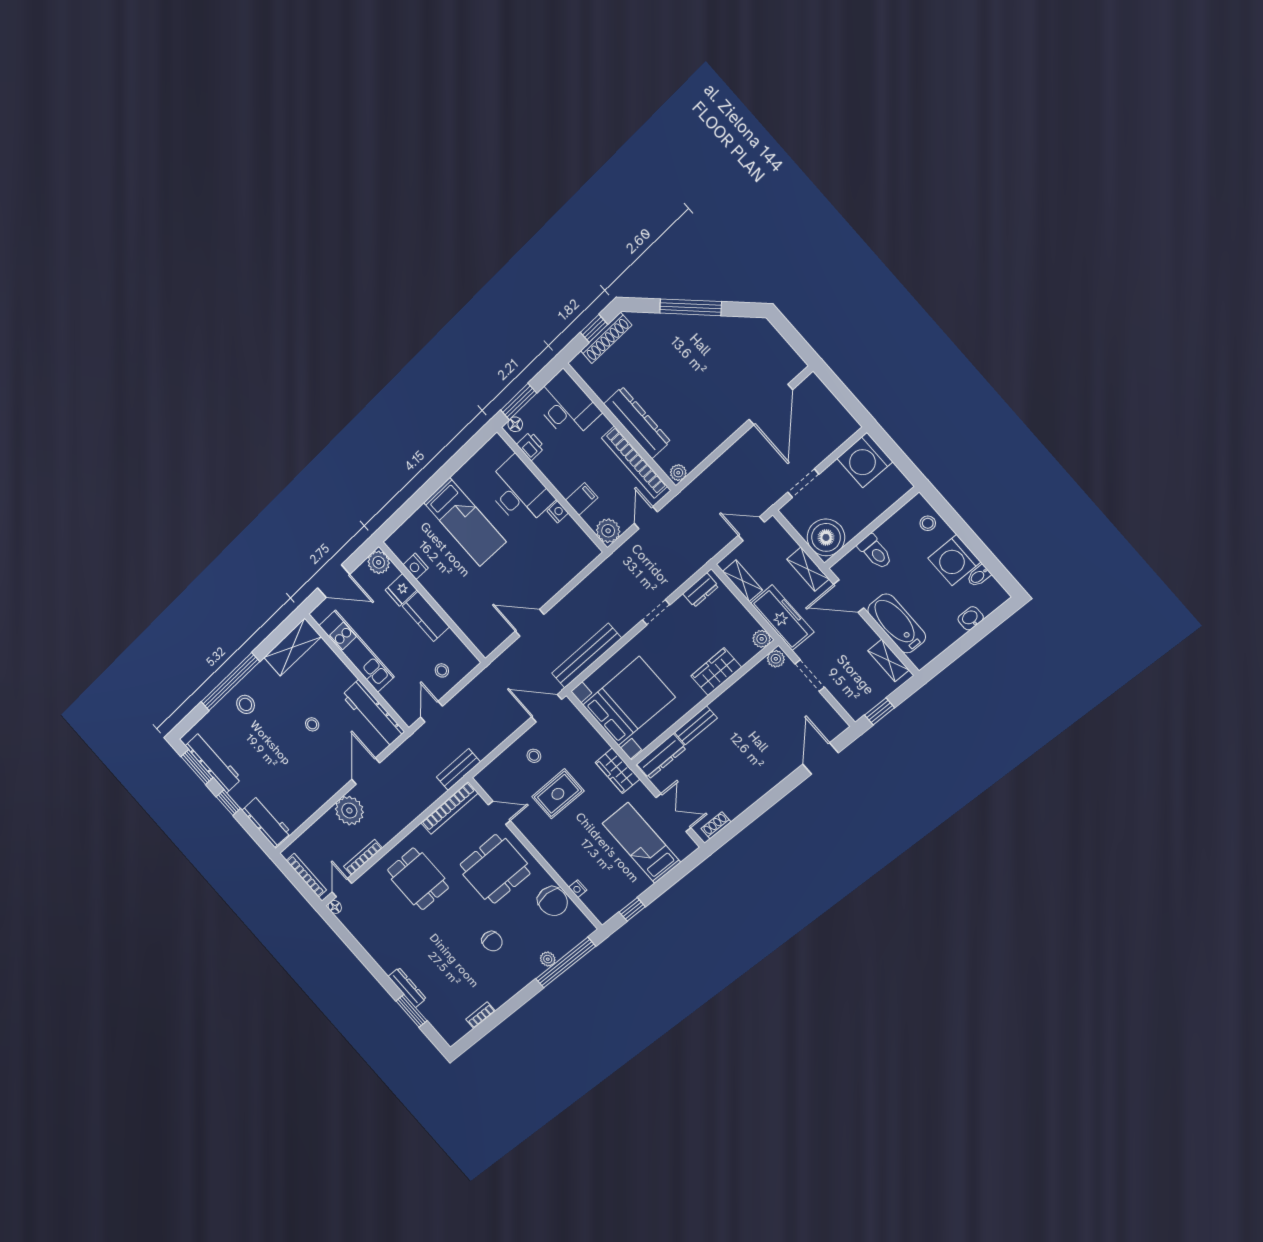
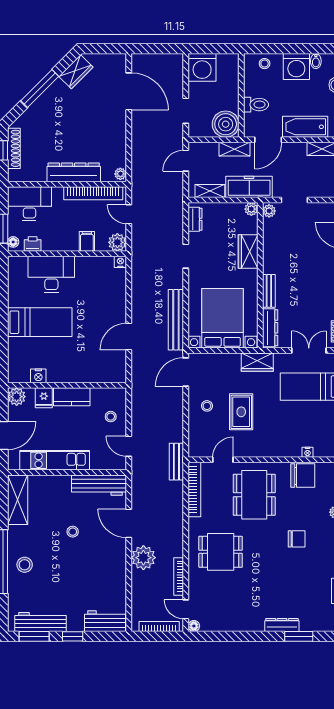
wardrobe: (742, 329) -> (76, 72), added
nightstand: (558, 512) -> (120, 262), moved

